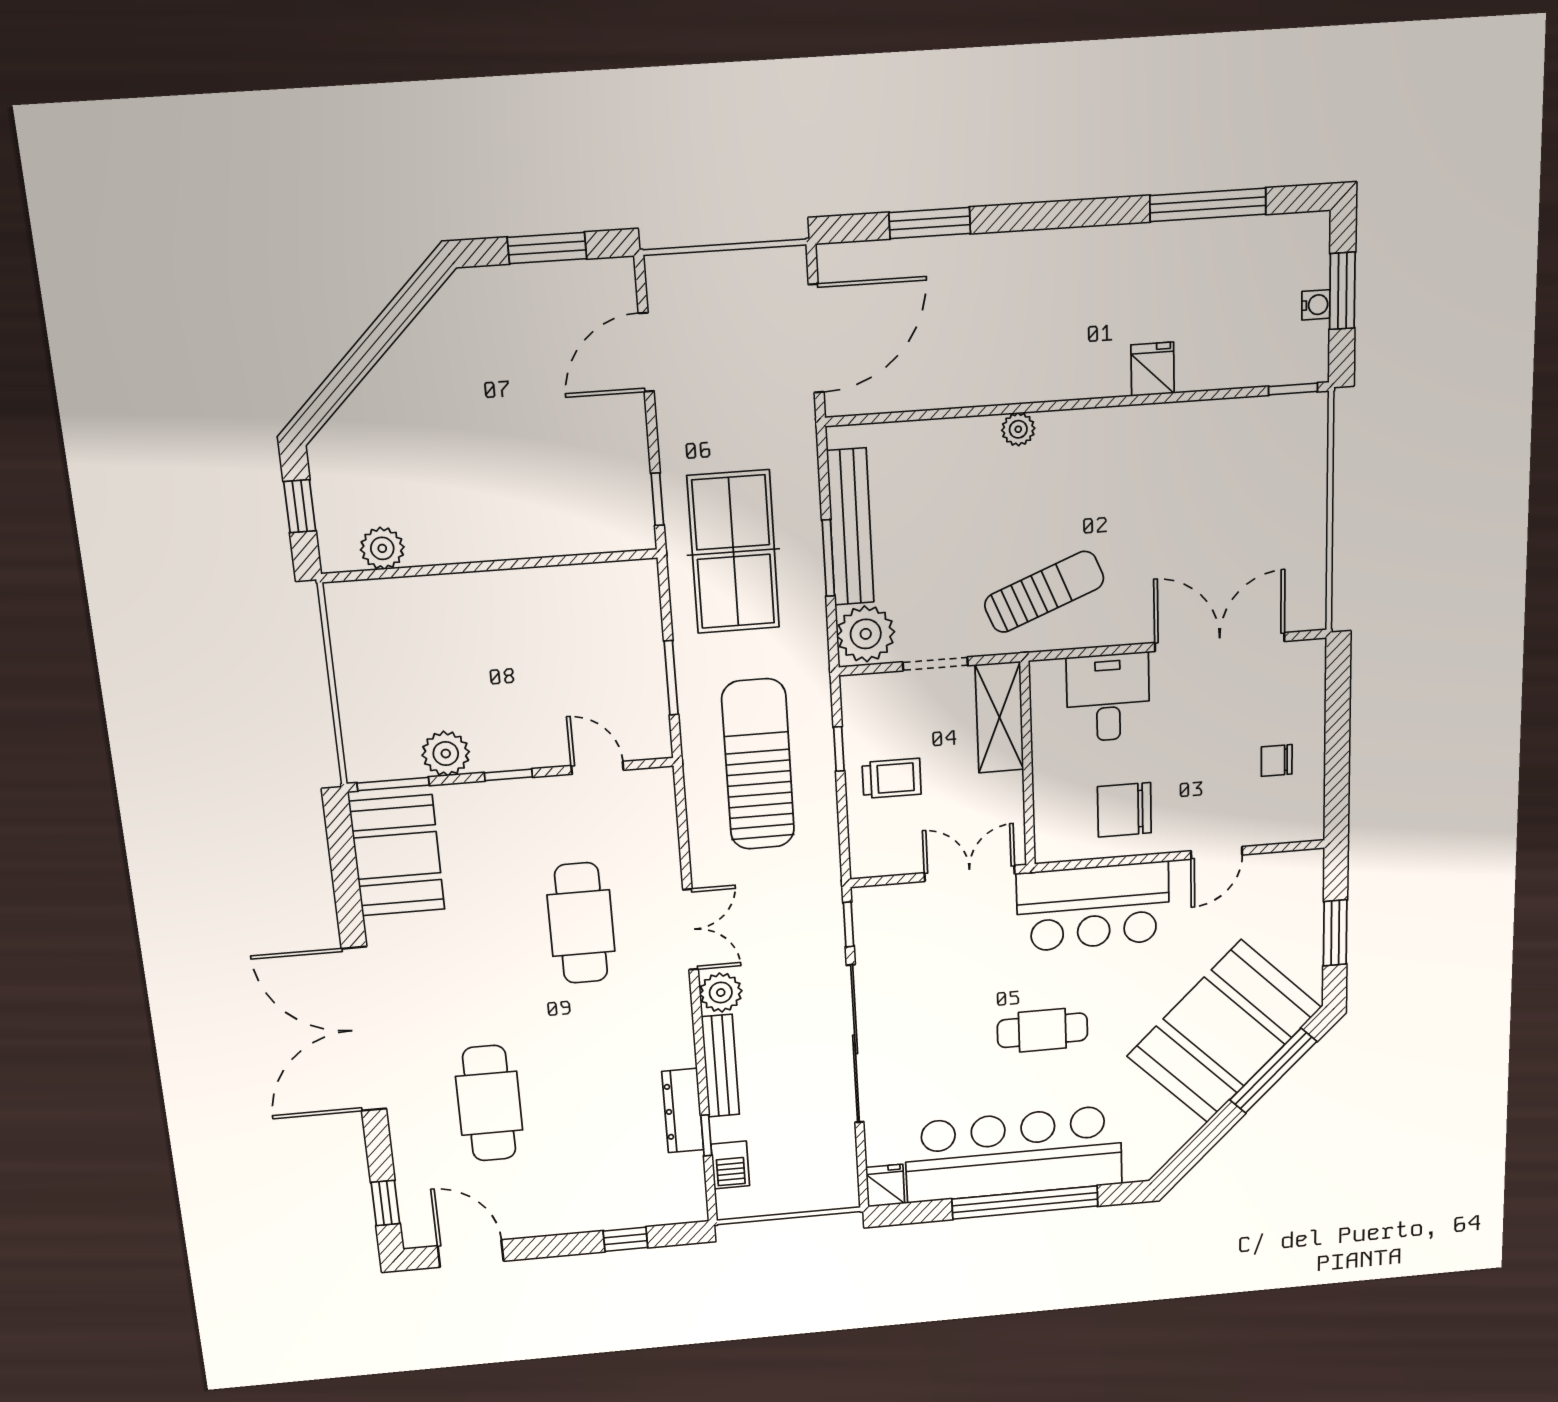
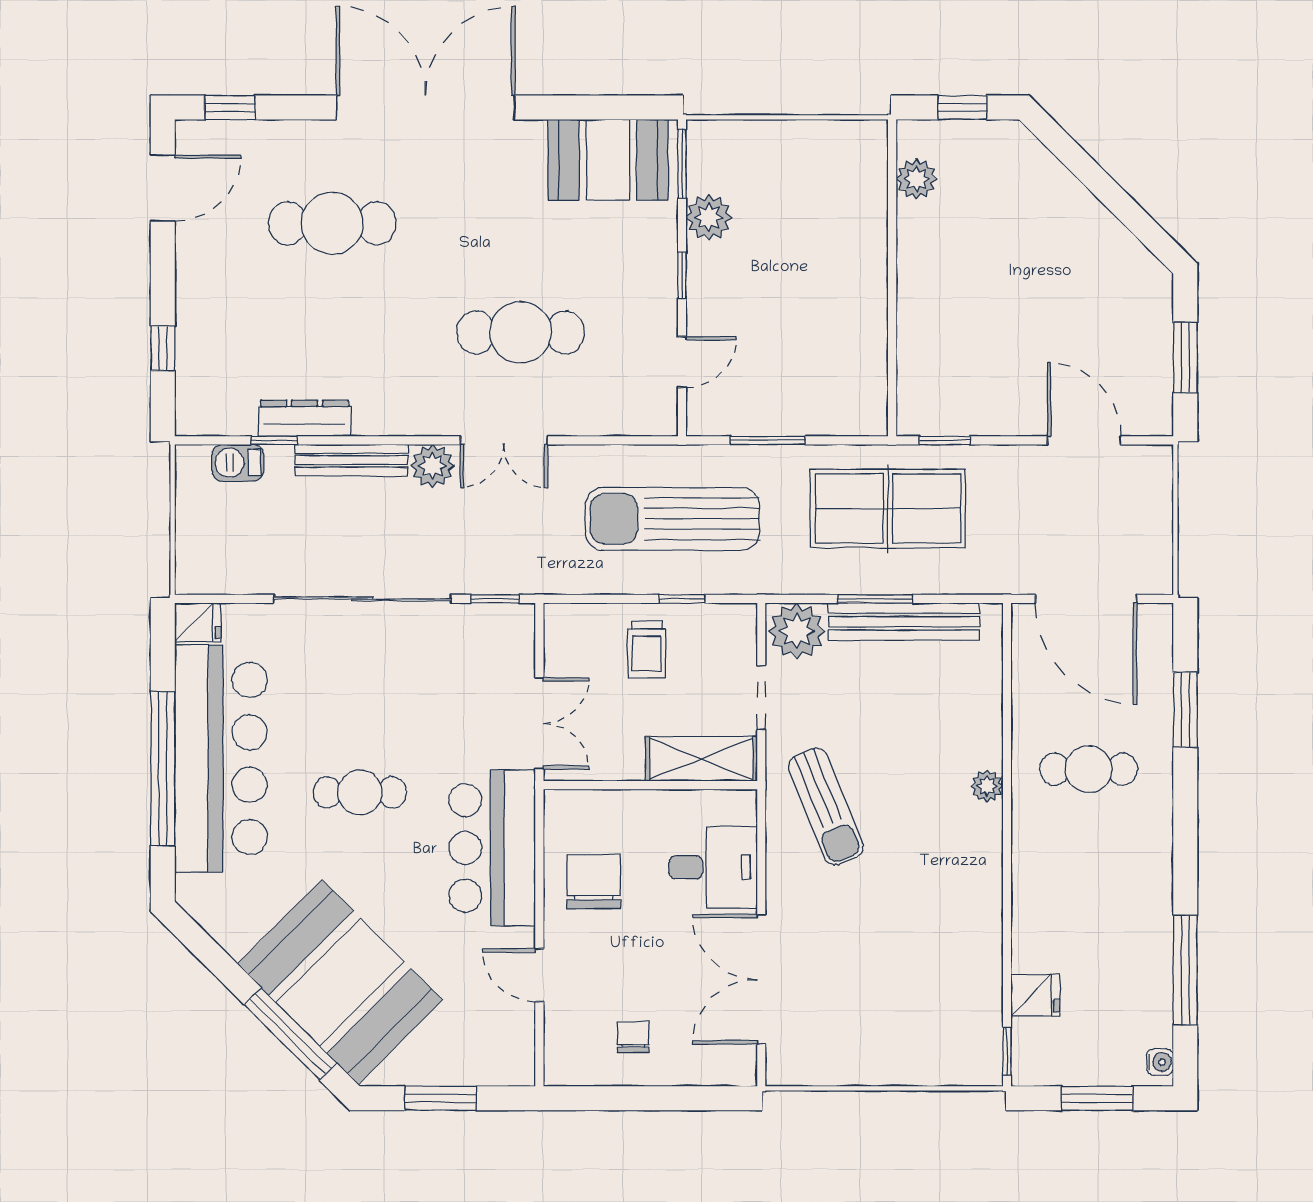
water cooler: (1316, 305) -> (1160, 1062), moved, turned -90
cafe table: (997, 324) -> (1089, 769), added
fridge: (1153, 369) -> (1035, 995), moved
double door: (1220, 642) -> (761, 979), swing flipped
sun lounger: (758, 764) -> (672, 519), turned 180
cafe table: (1042, 1030) -> (360, 792), turned 90

